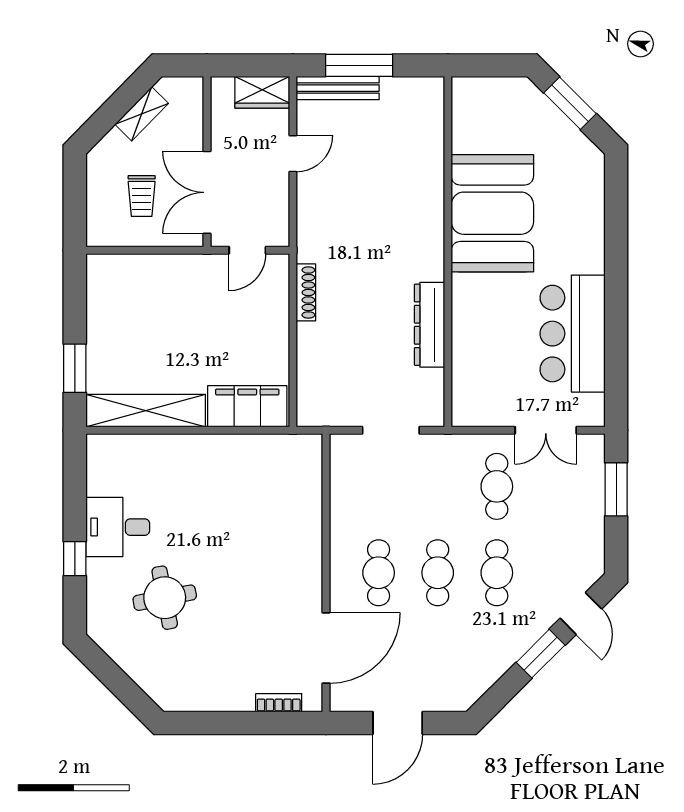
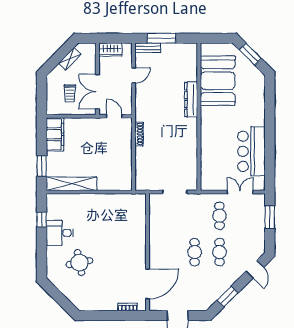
bench: (338, 88) -> (148, 48), width x0.73
wardrobe: (262, 92) -> (110, 50), moved
booth: (492, 213) -> (218, 81), moved
door: (247, 250) -> (114, 116), swing flipped
dresser: (429, 325) -> (191, 100), moved
filing cabinet: (247, 406) -> (55, 134), moved, turned 90
double door: (546, 430) -> (240, 192), swing flipped
window: (75, 559) -> (42, 220), moved
cafe table: (379, 573) -> (170, 252), removed
window: (541, 654) -> (228, 297), moved

